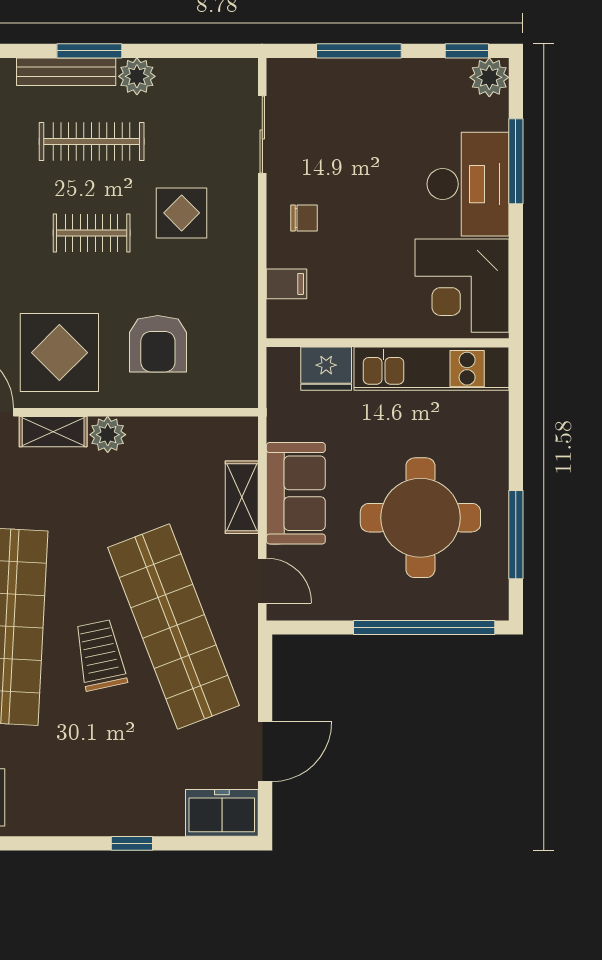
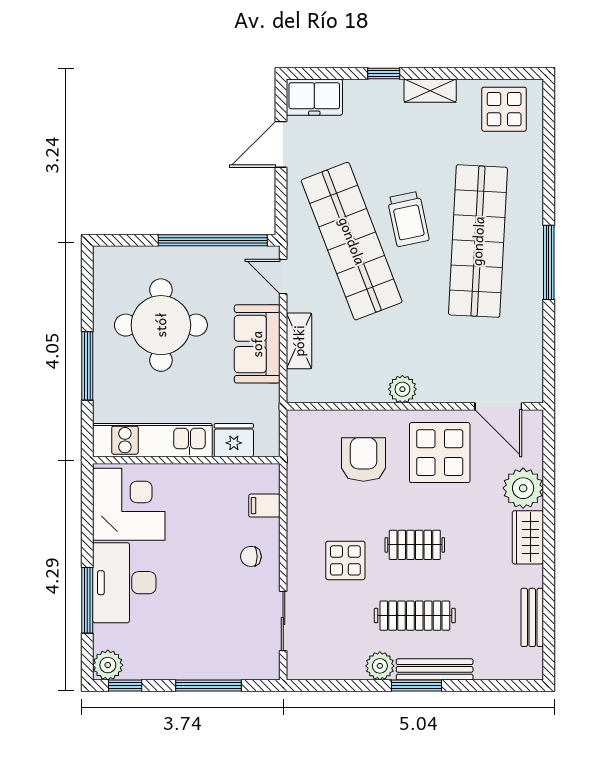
shelving: (53, 432) -> (430, 91), moved
window: (516, 535) -> (87, 366), moved
window: (424, 628) -> (213, 240), moved

